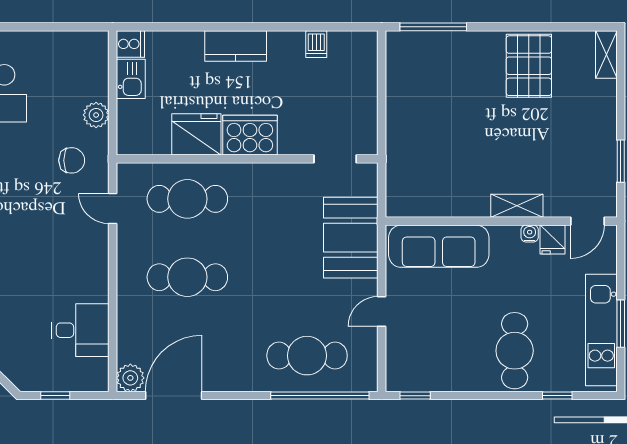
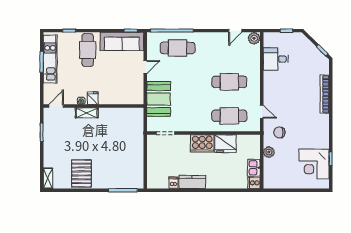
kitchen counter: (236, 46) -> (192, 182), moved
fridge: (553, 240) -> (93, 98), moved
sofa: (439, 246) -> (122, 41), moved, turned 180
door: (174, 396) -> (235, 31), width x0.53

